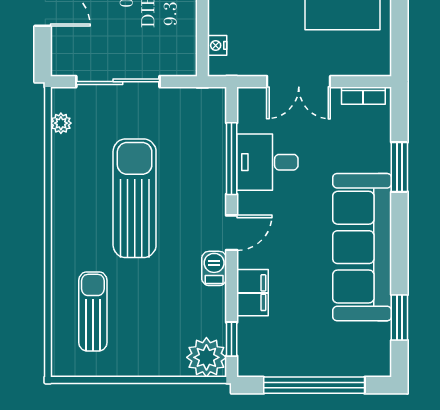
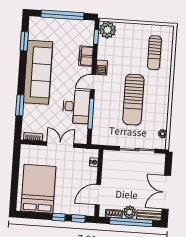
desk: (267, 162) -> (76, 107), width x1.37

